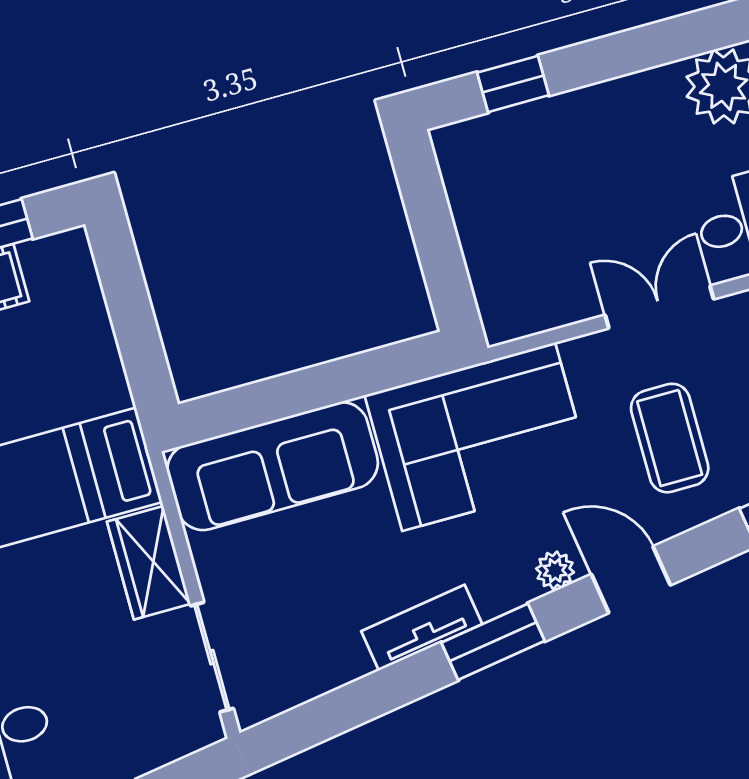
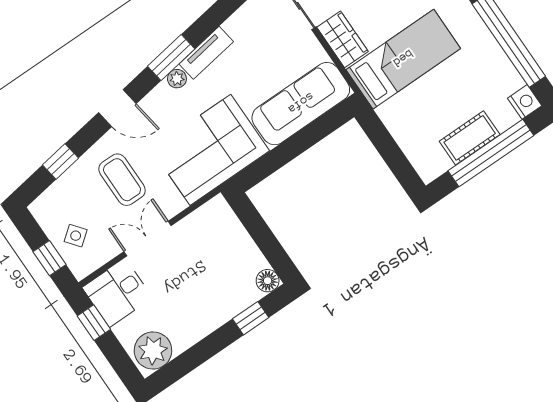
floor lamp: (455, 145) -> (268, 281), added
double door: (659, 307) -> (148, 239), swing flipped
plant: (555, 570) -> (177, 79), moved

